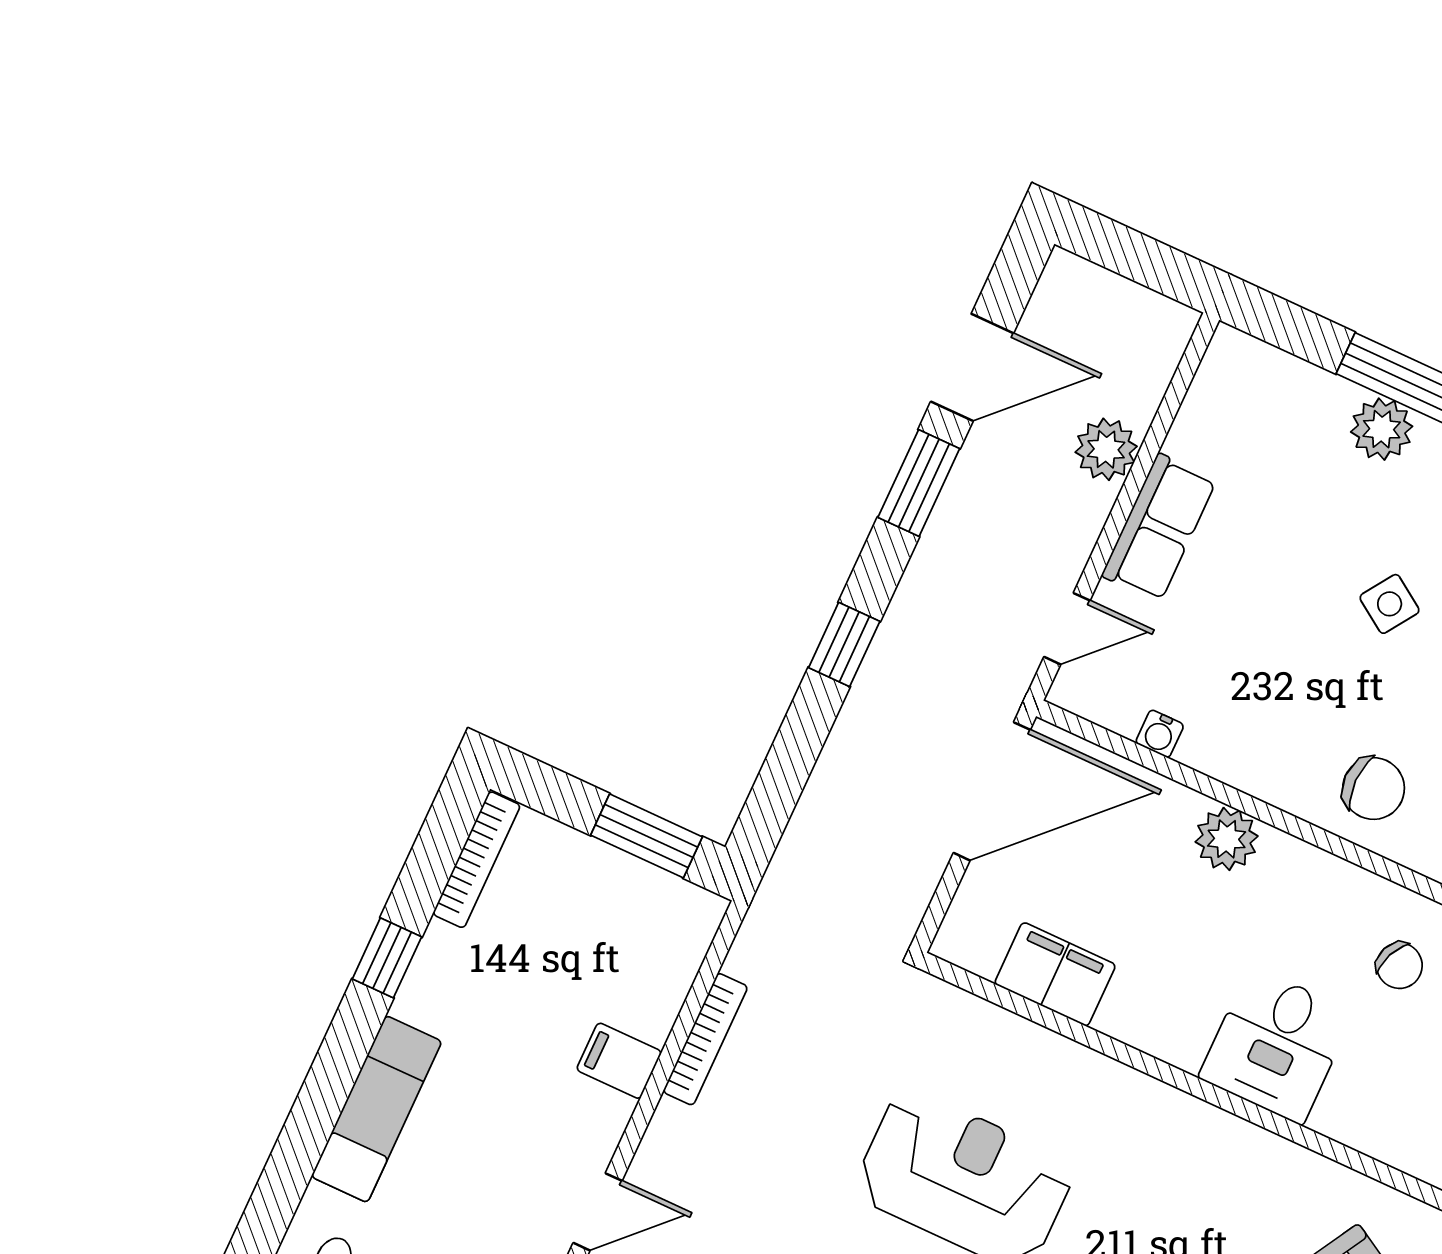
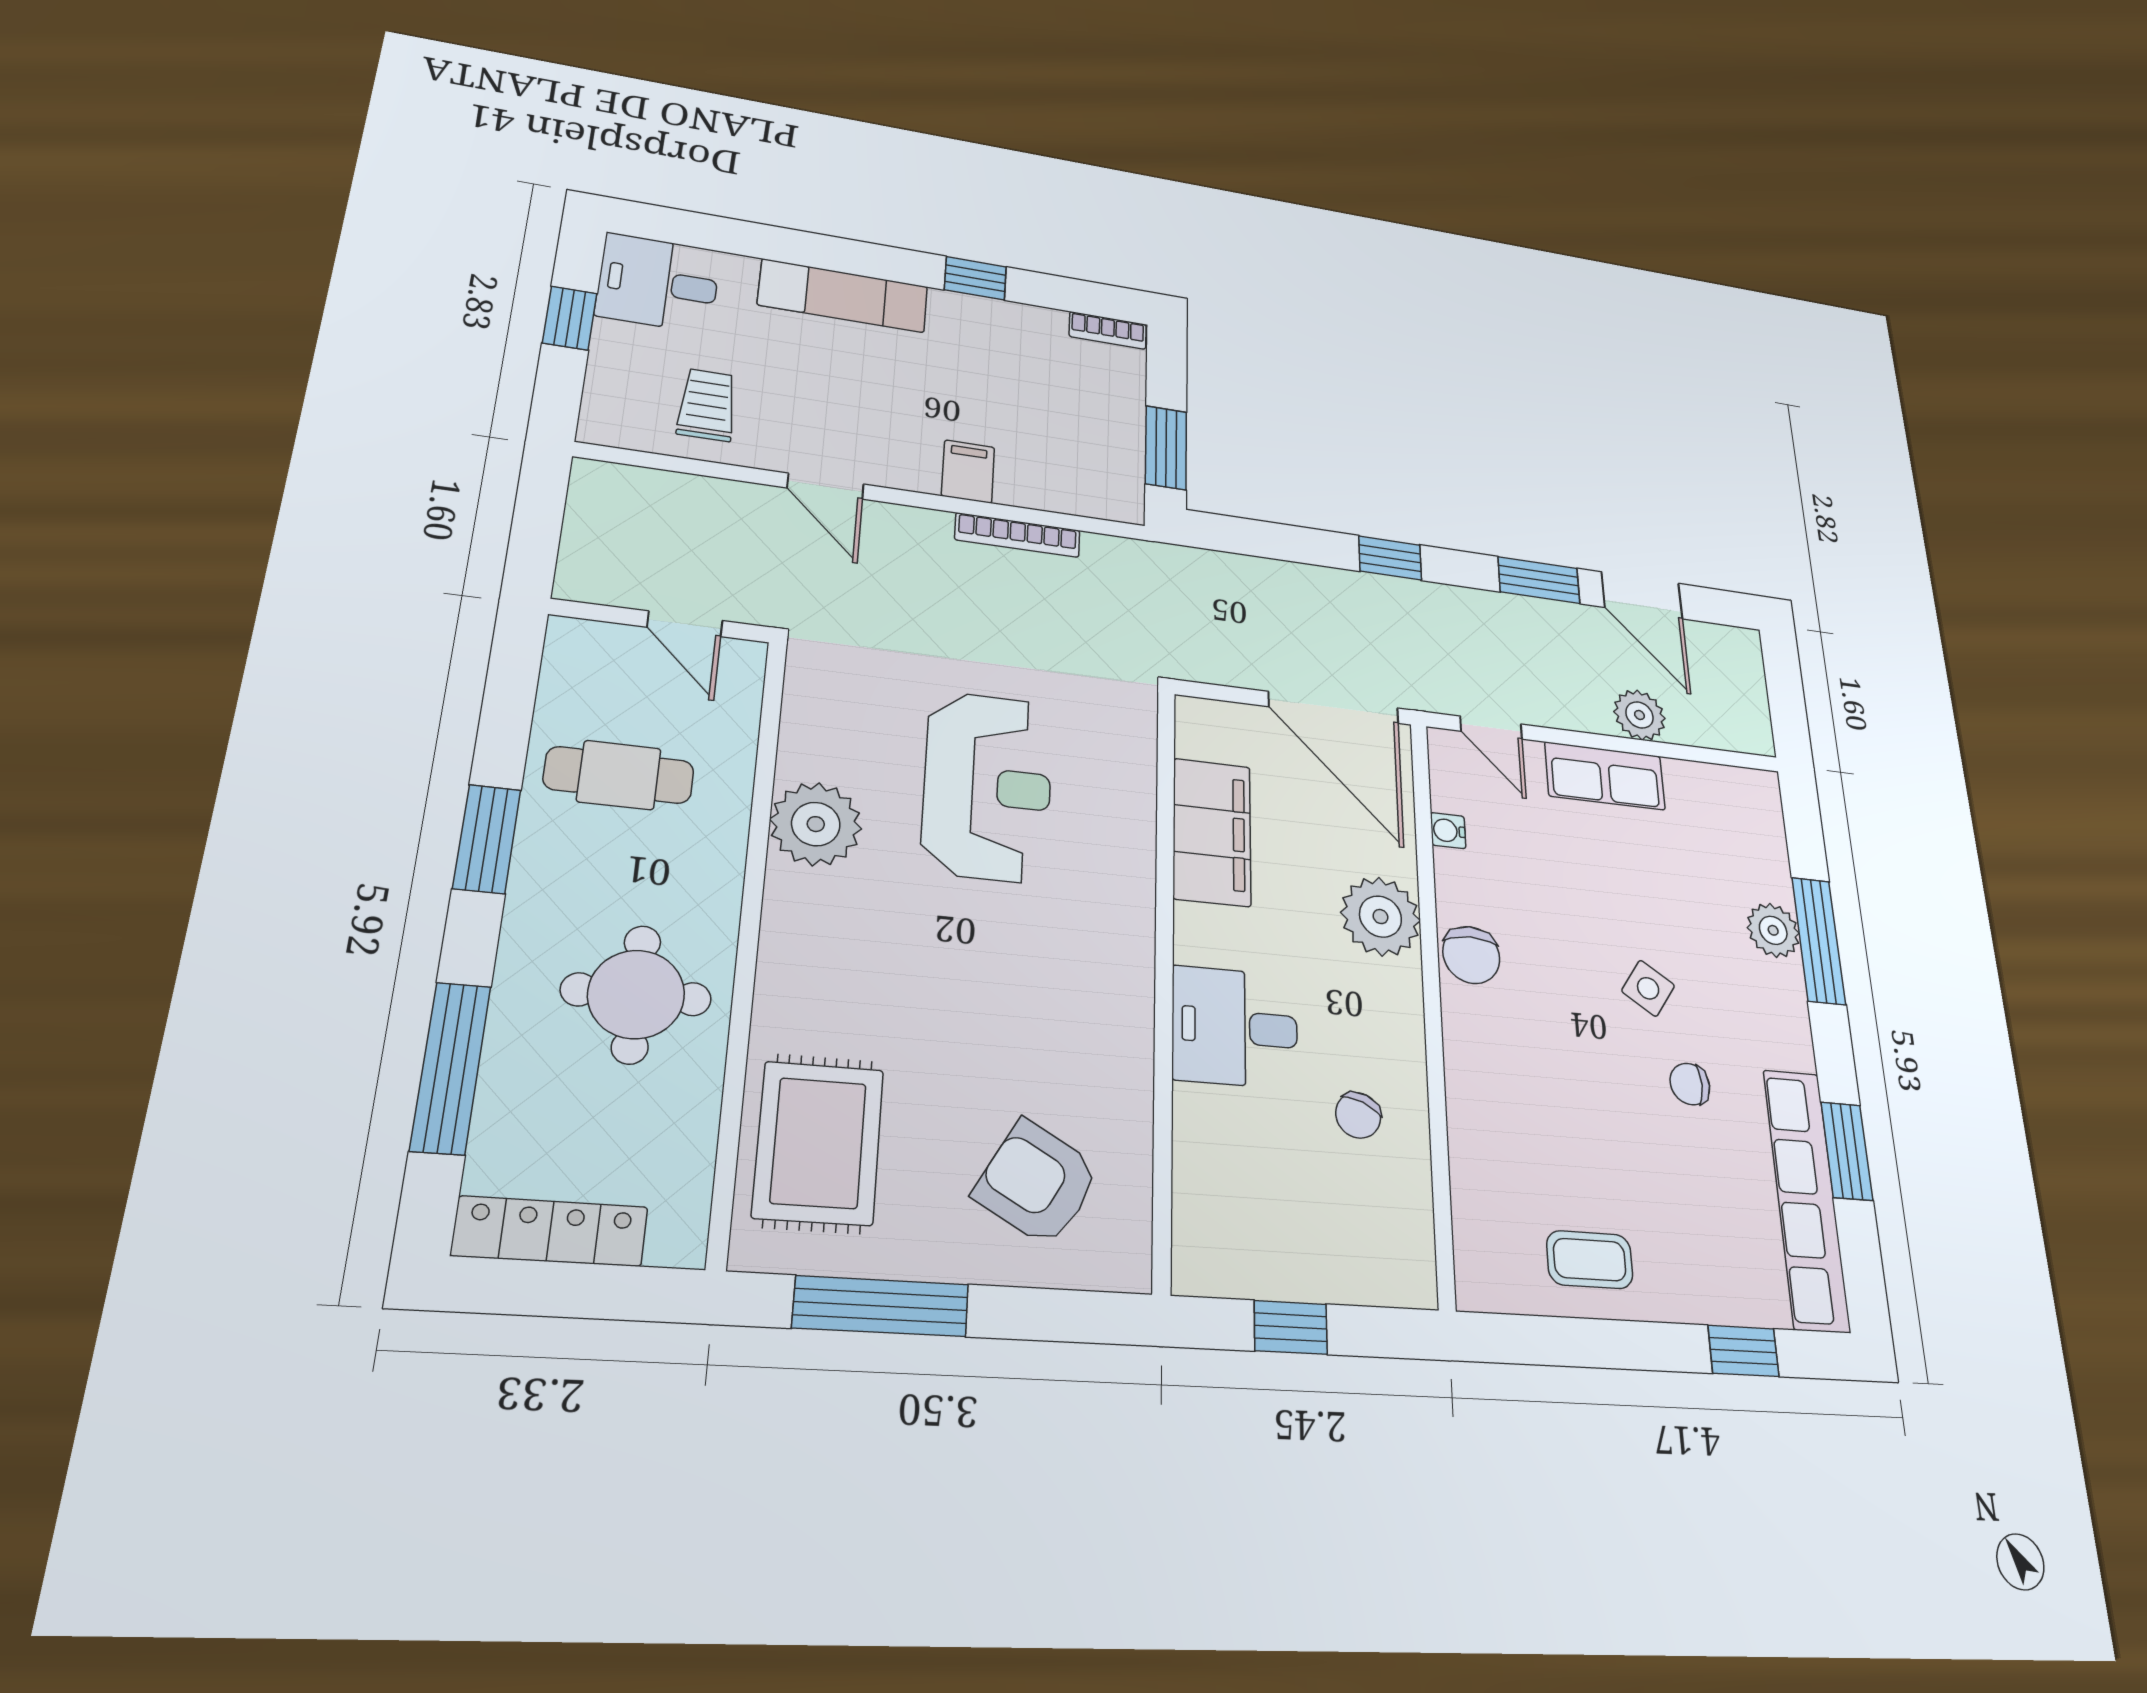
chair: (1373, 788) -> (1471, 955), moved
plant: (1227, 839) -> (1380, 917), width x1.36, depth x1.36
bookcase: (477, 860) -> (1108, 330), width x0.64
filing cabinet: (1055, 974) -> (1212, 832), width x1.50, depth x1.17

